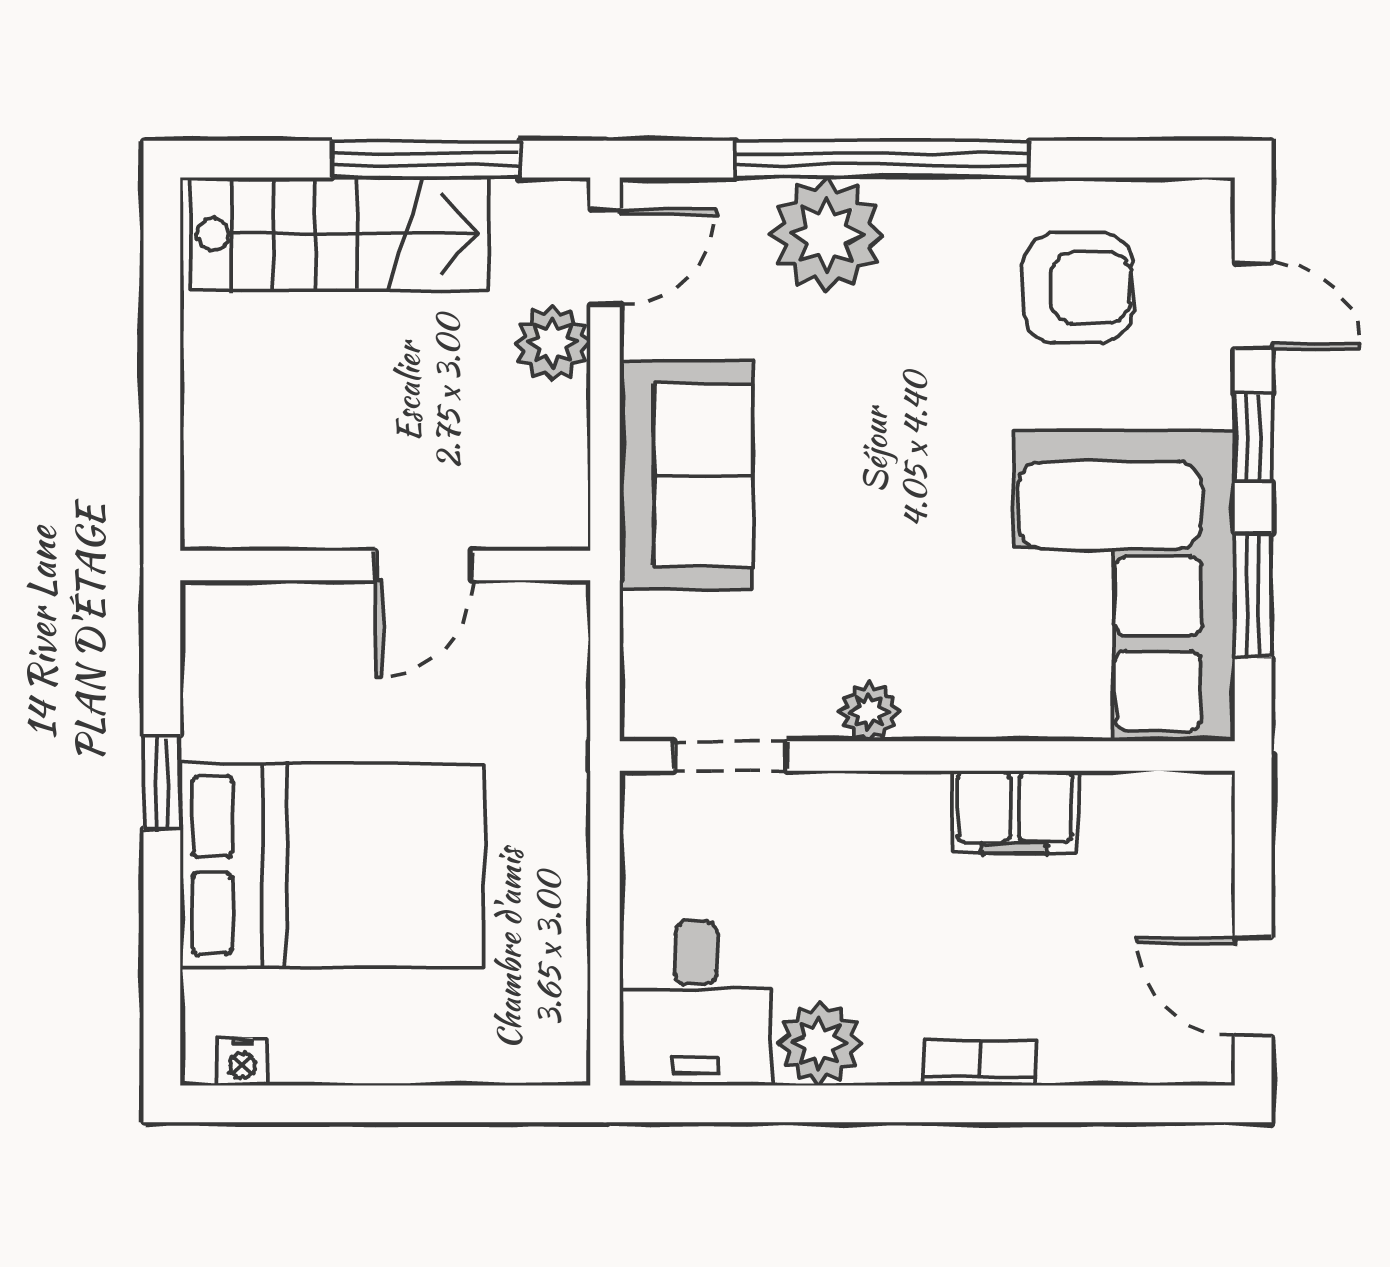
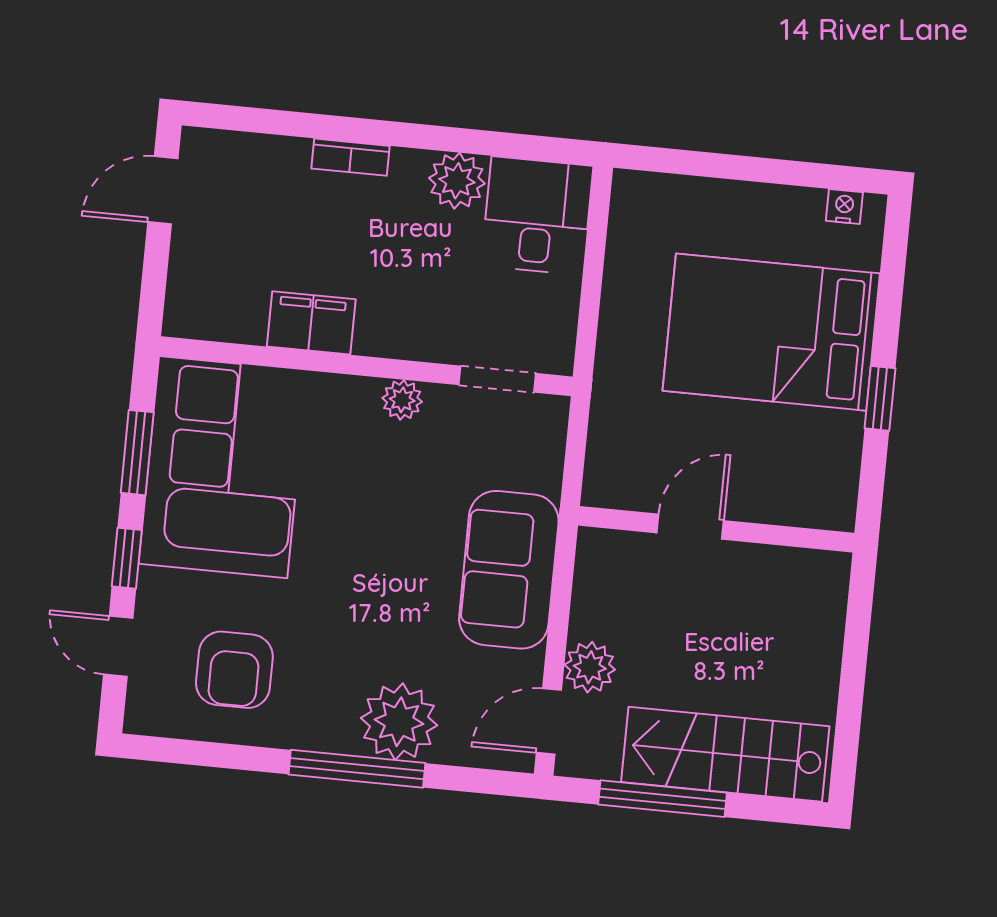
window: (882, 159) -> (357, 769), width x0.68
armchair: (1078, 288) -> (234, 670), turned -90
door: (1253, 987) -> (163, 190), swing flipped

